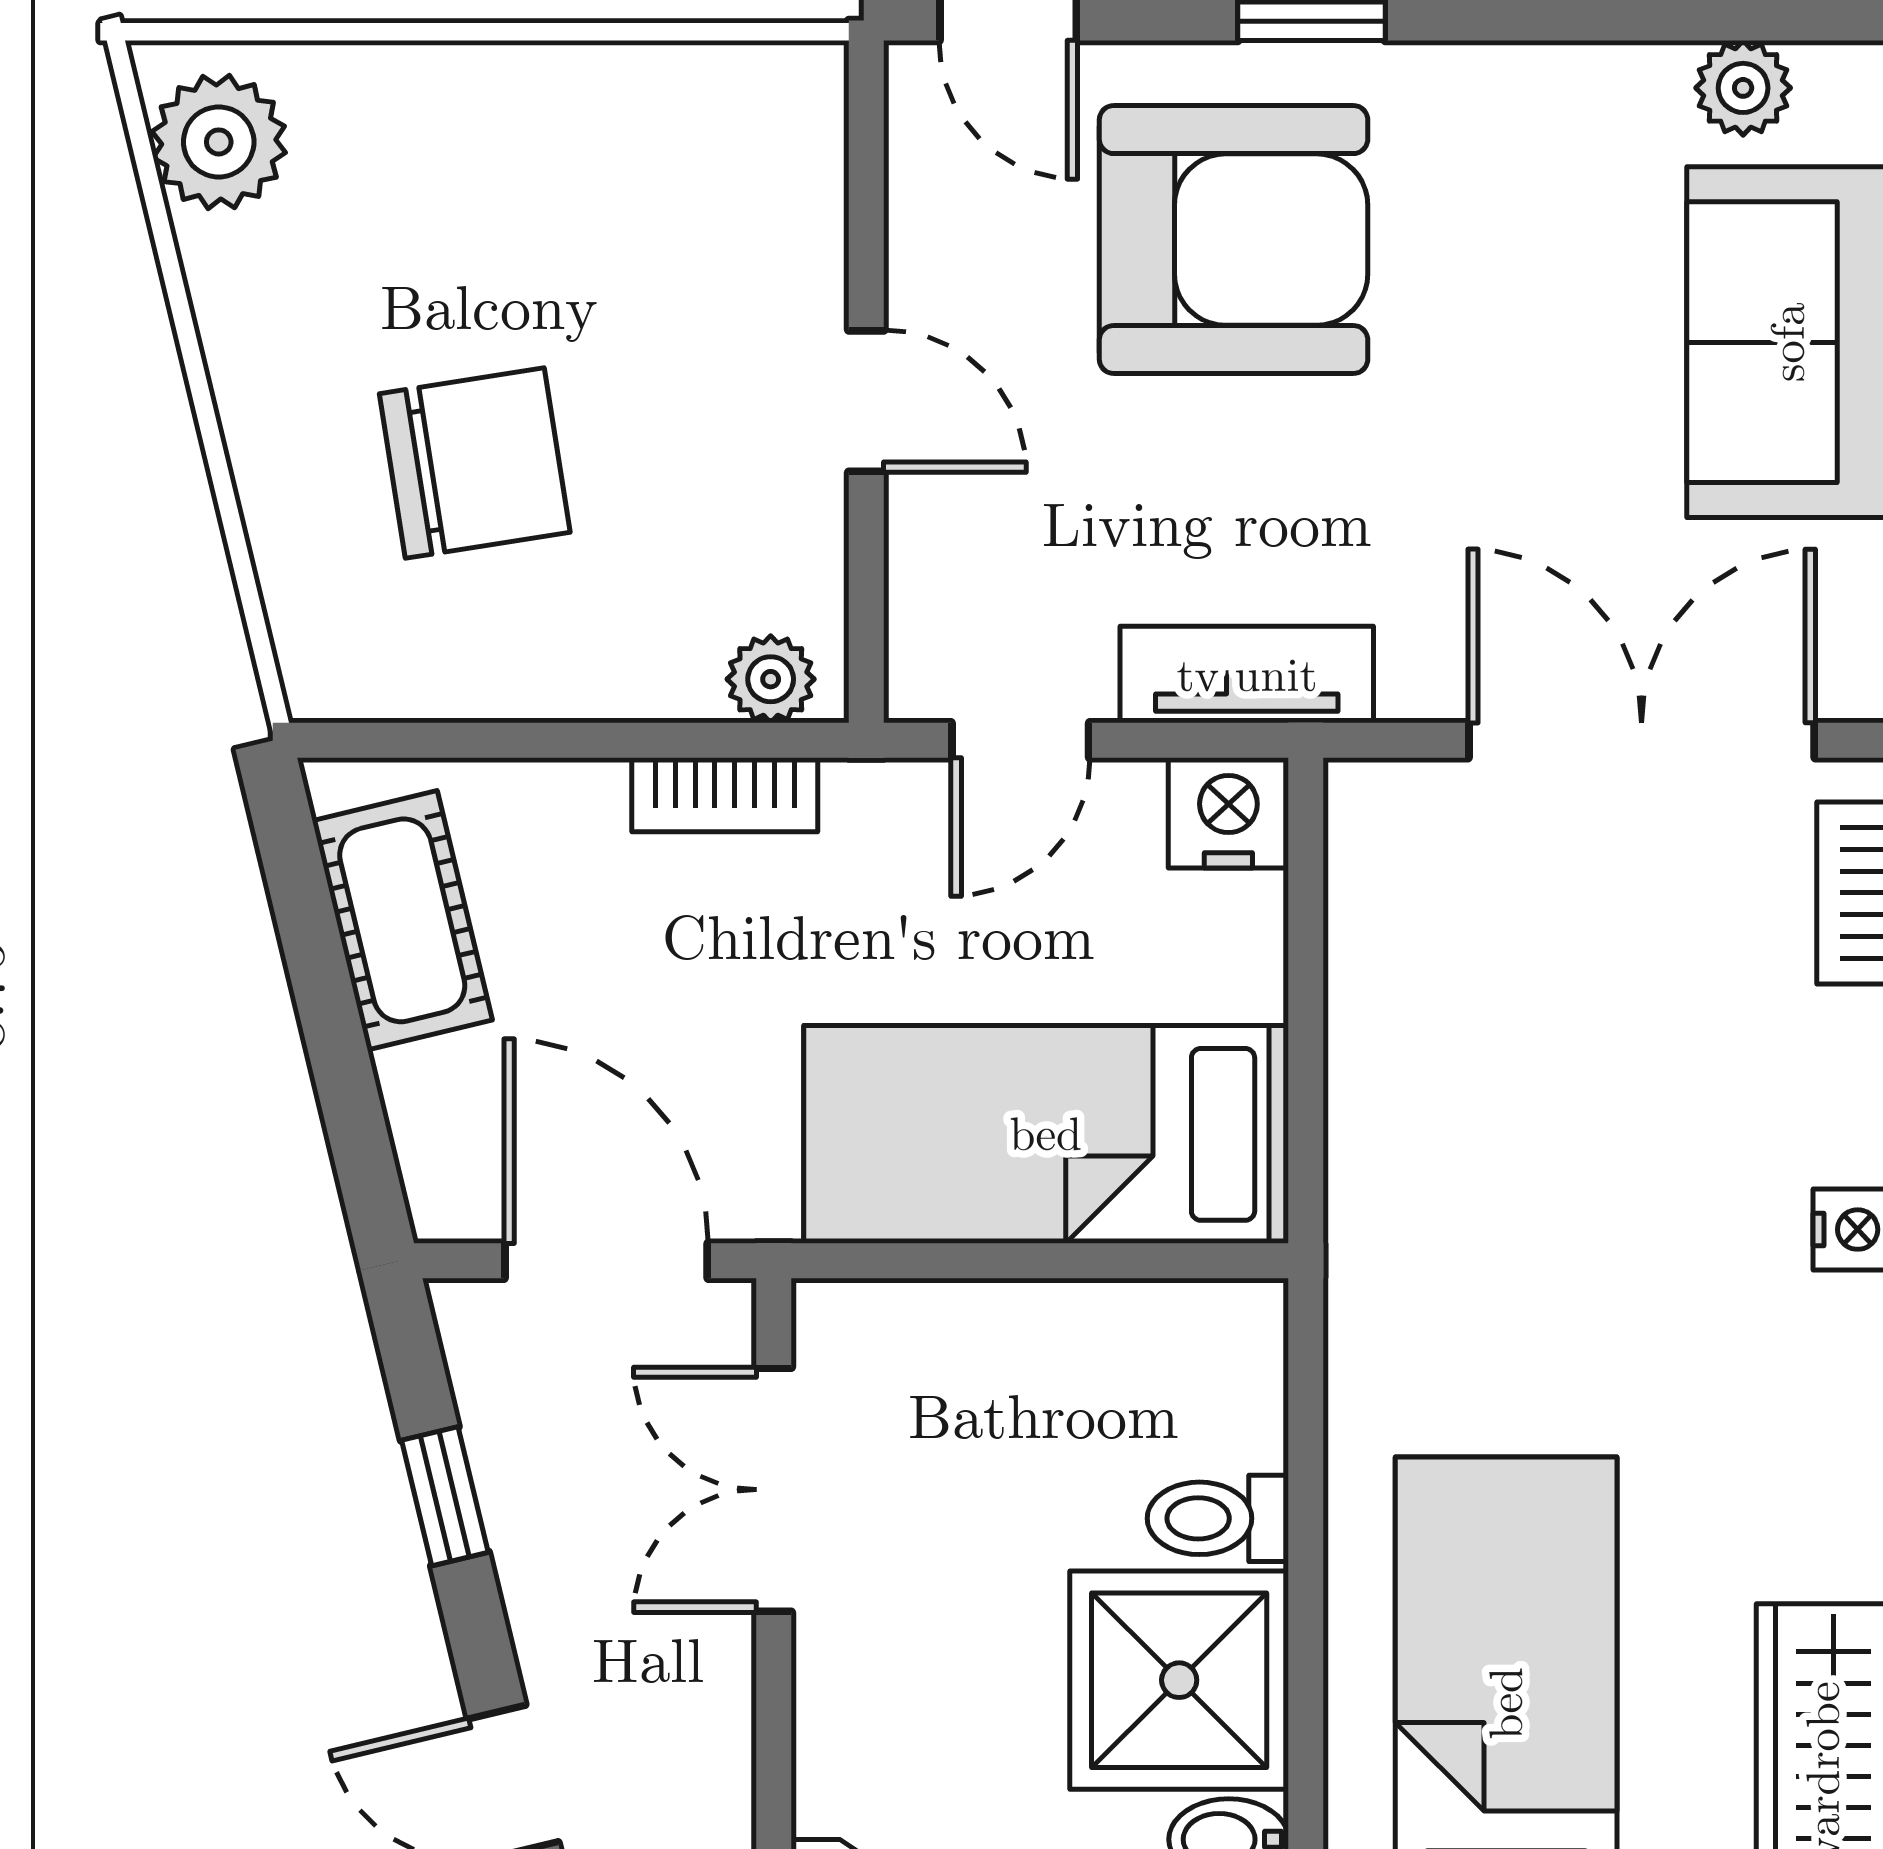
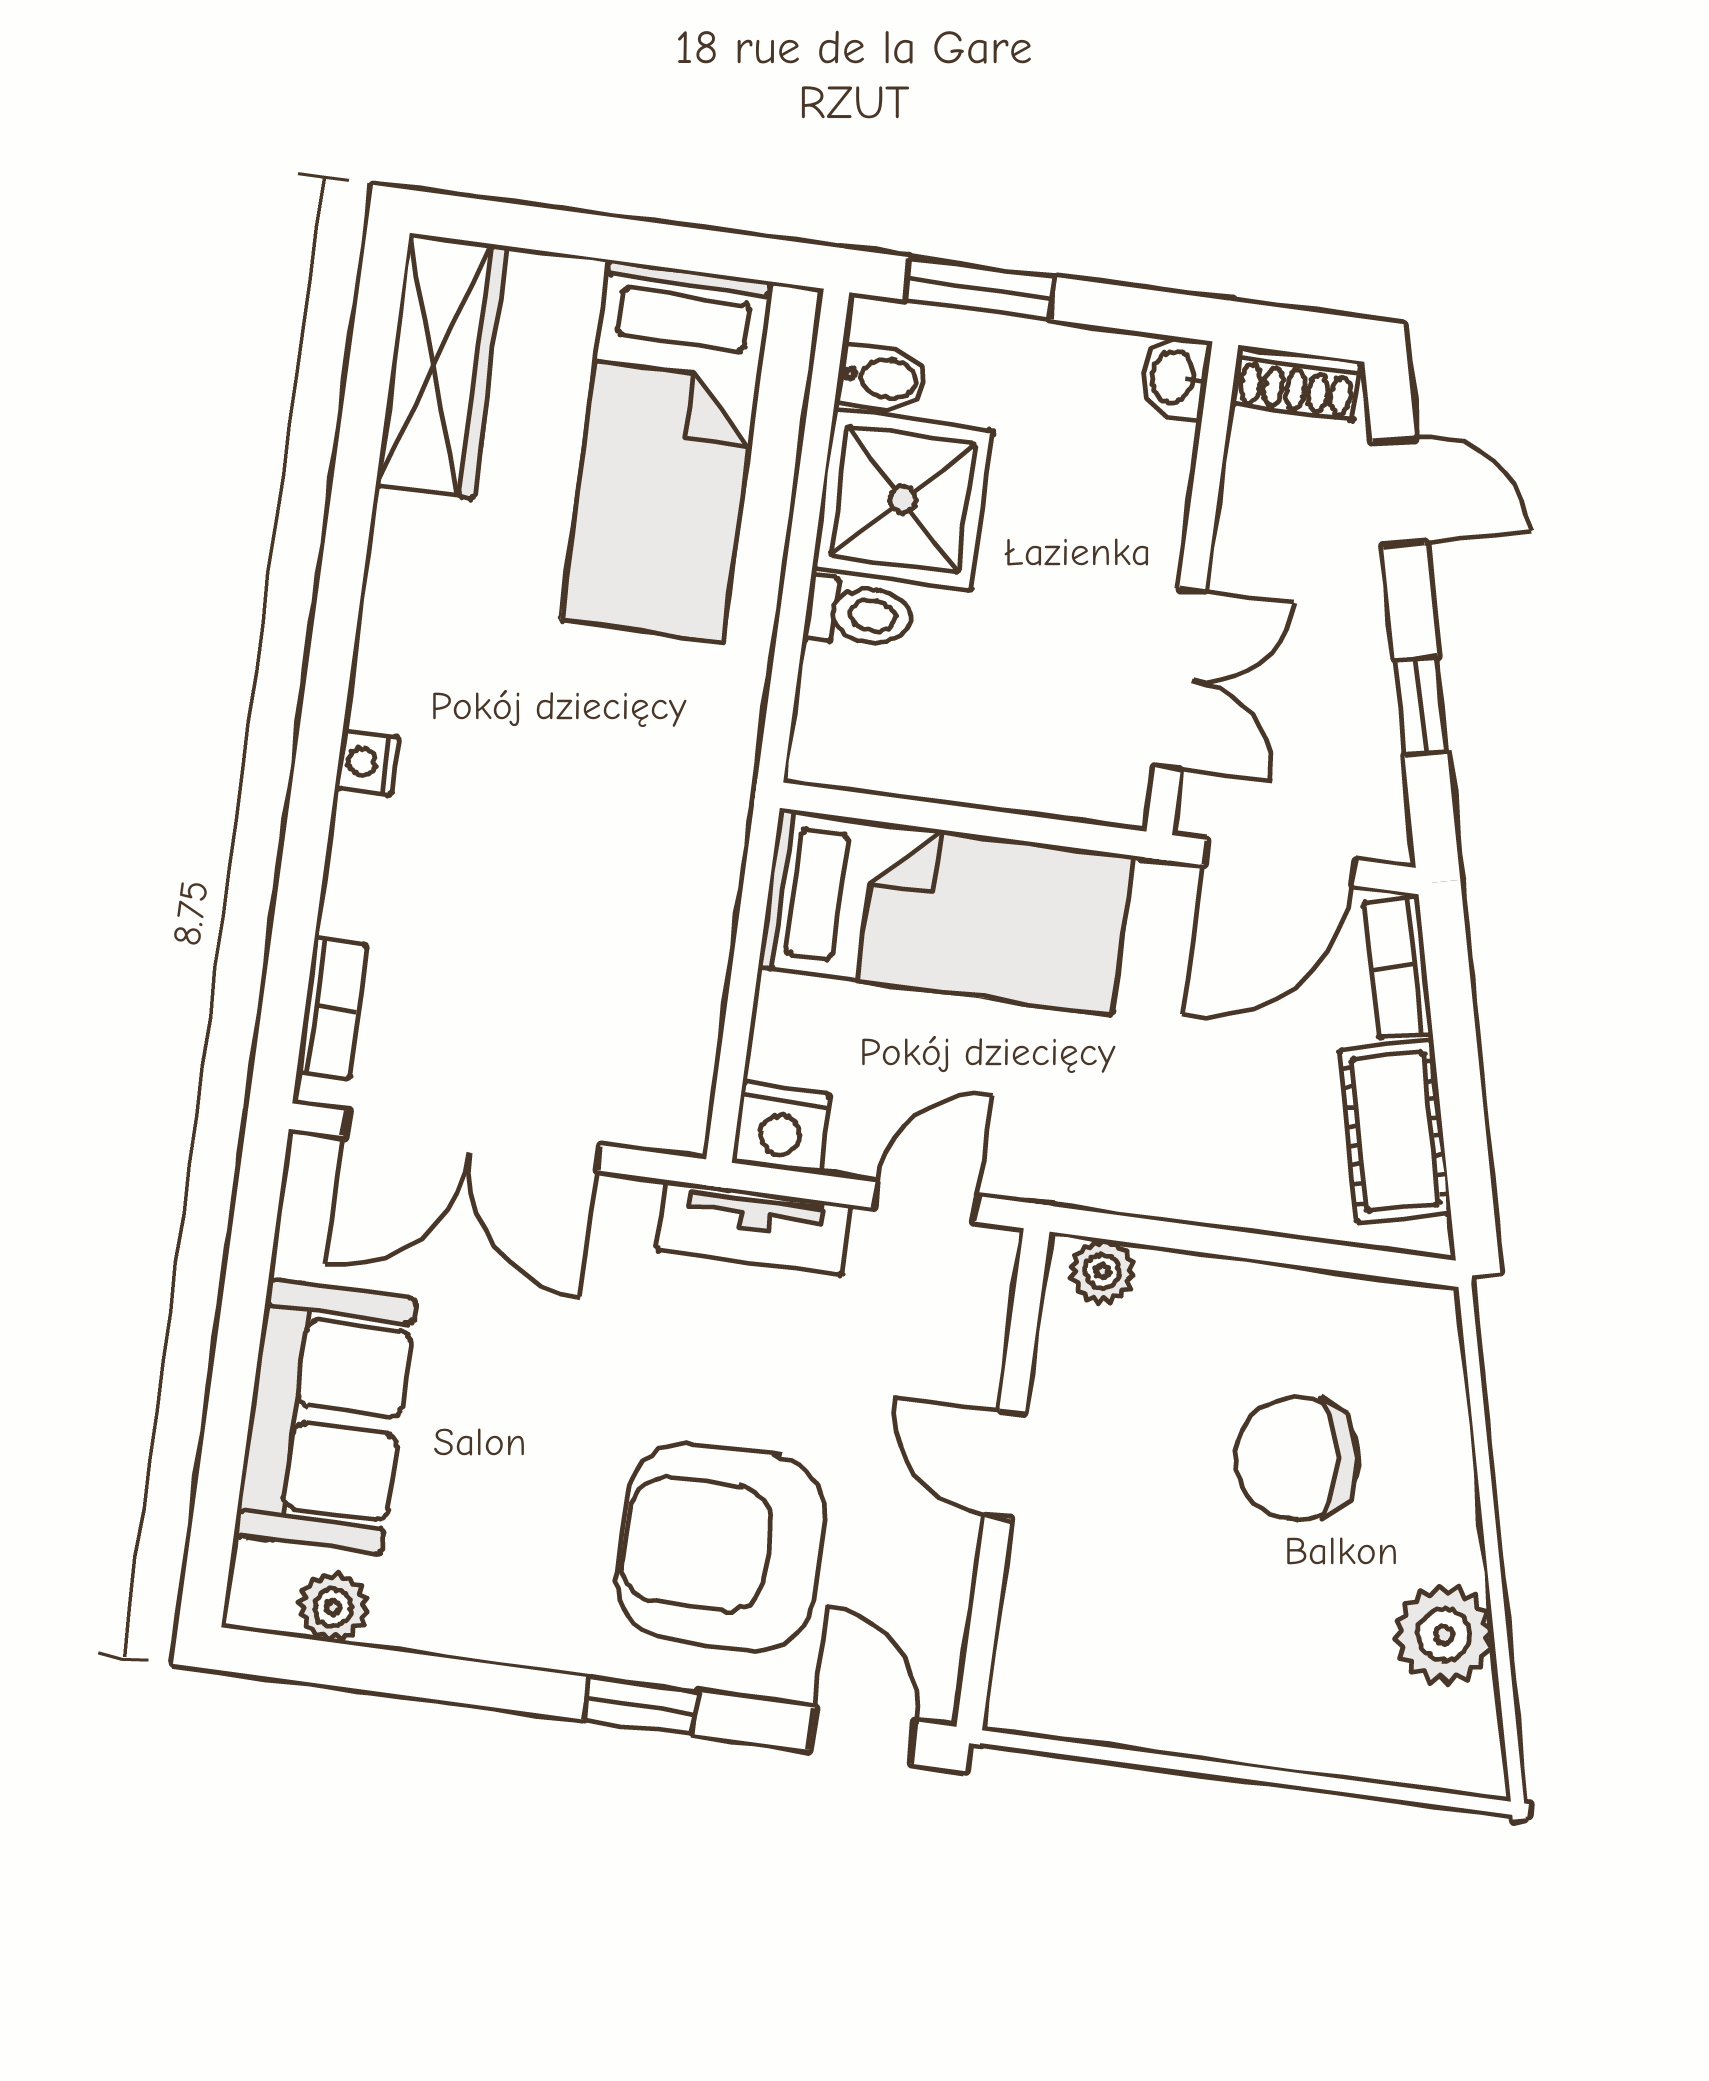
plant: (219, 142) -> (1444, 1635), moved
bookcase: (725, 795) -> (1399, 968), moved, turned -104
door: (606, 1261) -> (1280, 863), hinge flipped

